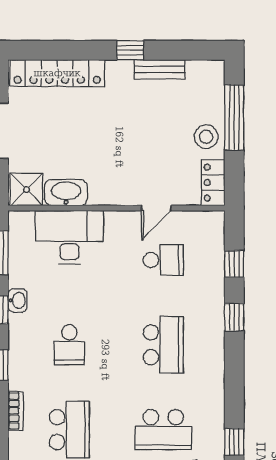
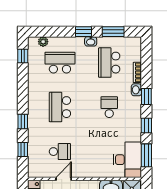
desk: (69, 237) -> (127, 160), moved, turned -90
school desk: (163, 260) -> (60, 152), turned 180
washbasin: (17, 300) -> (136, 90), moved

